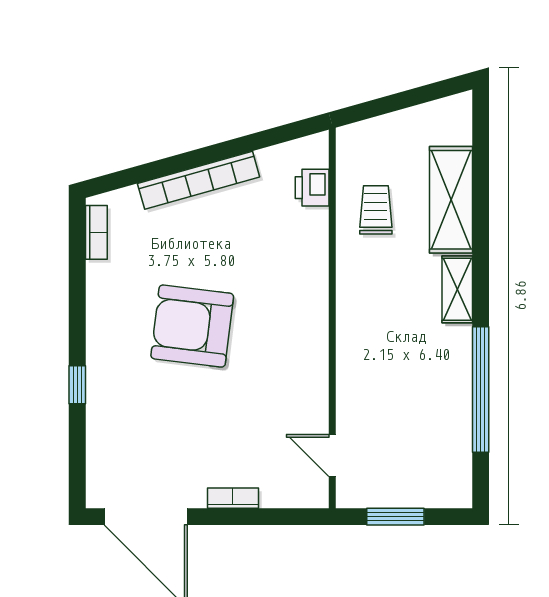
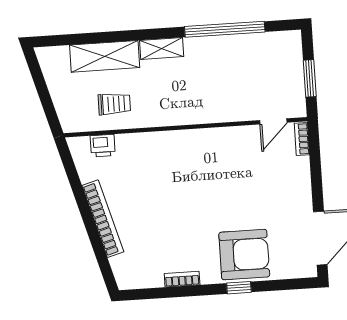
trolley: (376, 210) -> (114, 104), turned 180
bookcase: (96, 232) -> (182, 279), moved
armchair: (192, 326) -> (244, 255), moved, turned -97
bookcase: (233, 498) -> (302, 139), moved

